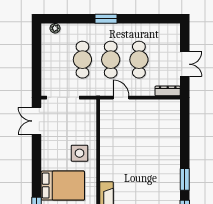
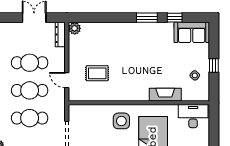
door: (121, 98) -> (67, 80), hinge flipped
plant: (174, 105) -> (75, 28), added
rug: (128, 129) -> (97, 73), added

